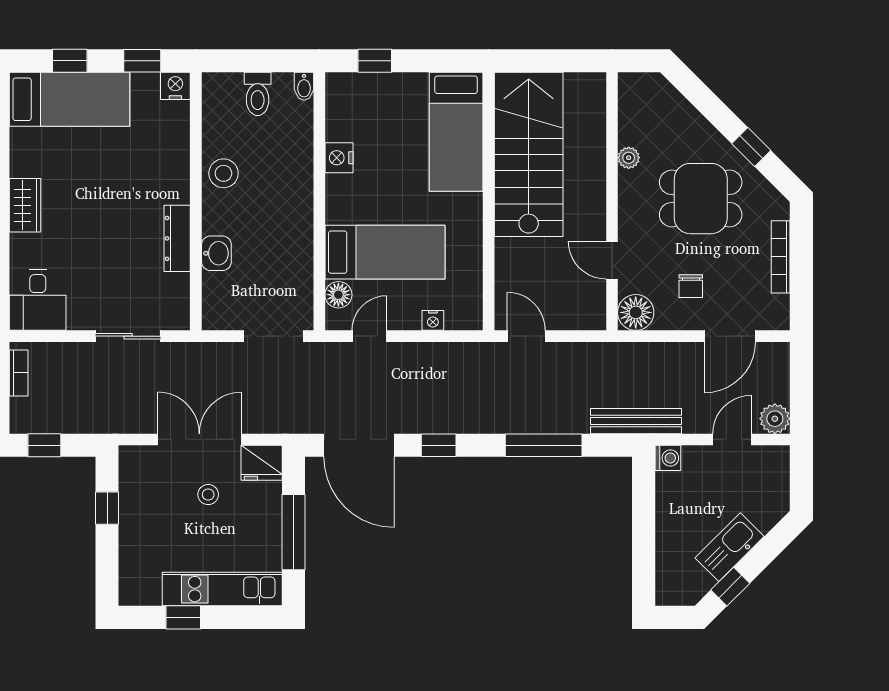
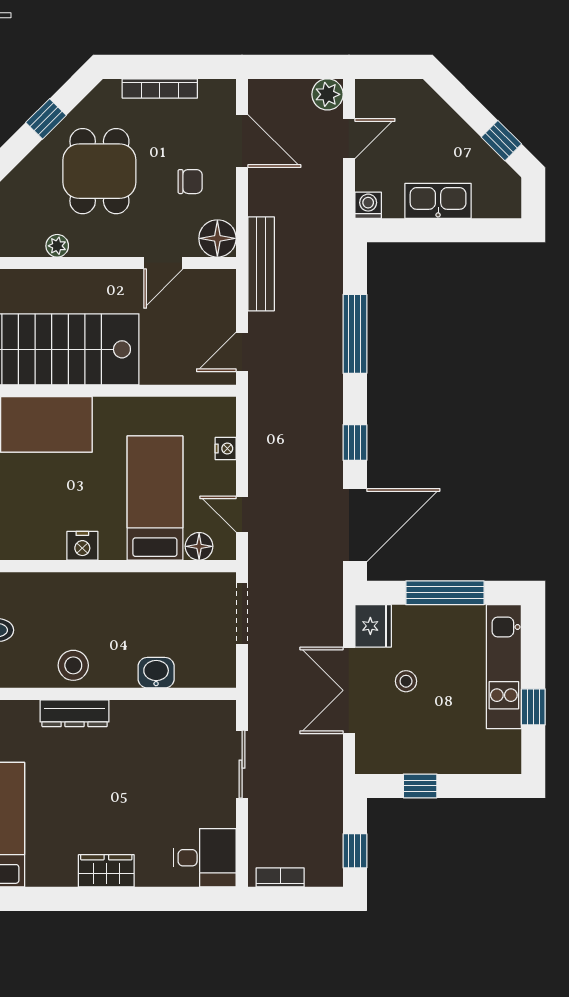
nightstand: (339, 158) -> (82, 546), moved
dresser: (177, 238) -> (75, 713), moved
bench: (636, 421) -> (261, 264), moved
door: (732, 439) -> (349, 139), swing flipped
kitchen sink: (730, 547) -> (438, 201), moved, turned 135

